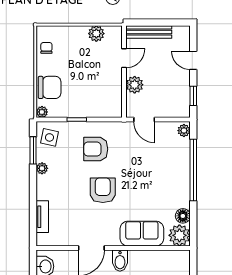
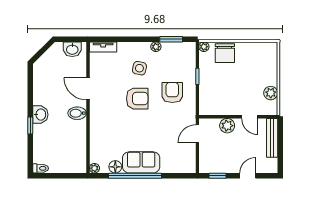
chair: (46, 48) -> (258, 51), removed
plant: (184, 131) -> (188, 168), removed
side table: (50, 137) -> (139, 68), moved
window: (193, 170) -> (135, 176), moved
tv unit: (42, 217) -> (103, 47), moved
sofa: (142, 234) -> (141, 162), moved, turned -90
plant: (179, 235) -> (94, 168), width x0.53, depth x0.53

